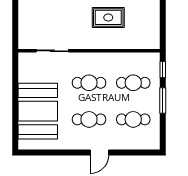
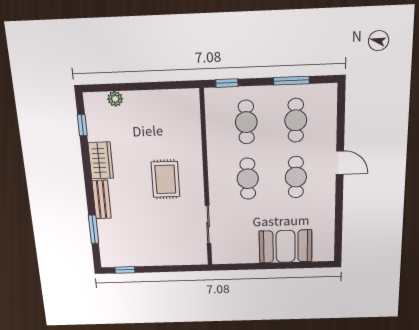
rug: (108, 17) -> (165, 179), moved
window: (163, 100) -> (291, 81), moved
booth: (38, 111) -> (286, 246), width x0.73, depth x0.70

